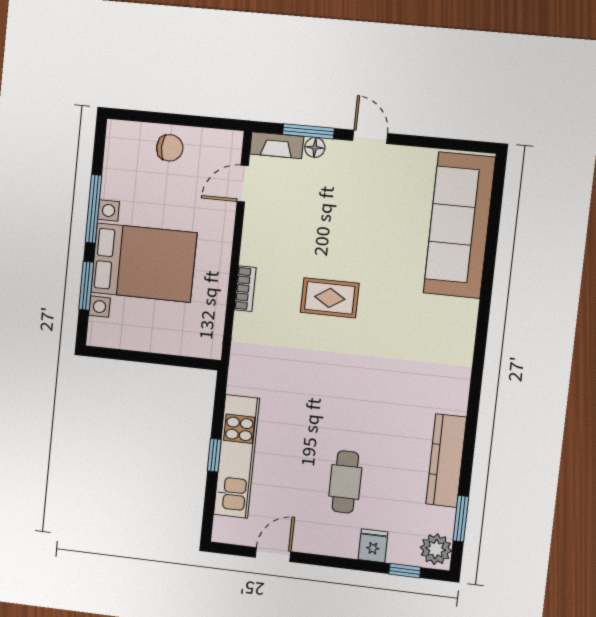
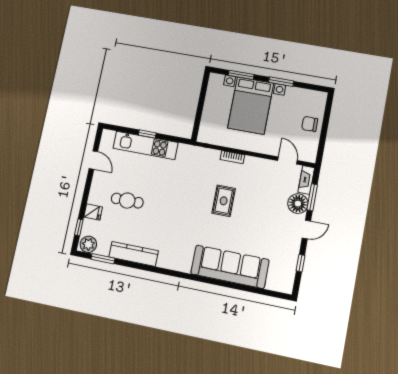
window: (435, 143) -> (300, 263), added
floor lamp: (315, 147) -> (298, 204), width x1.89, depth x1.89
chair: (170, 148) -> (310, 124), turned 89
window: (93, 209) -> (281, 82), width x0.69
sofa: (459, 225) -> (230, 267), moved

